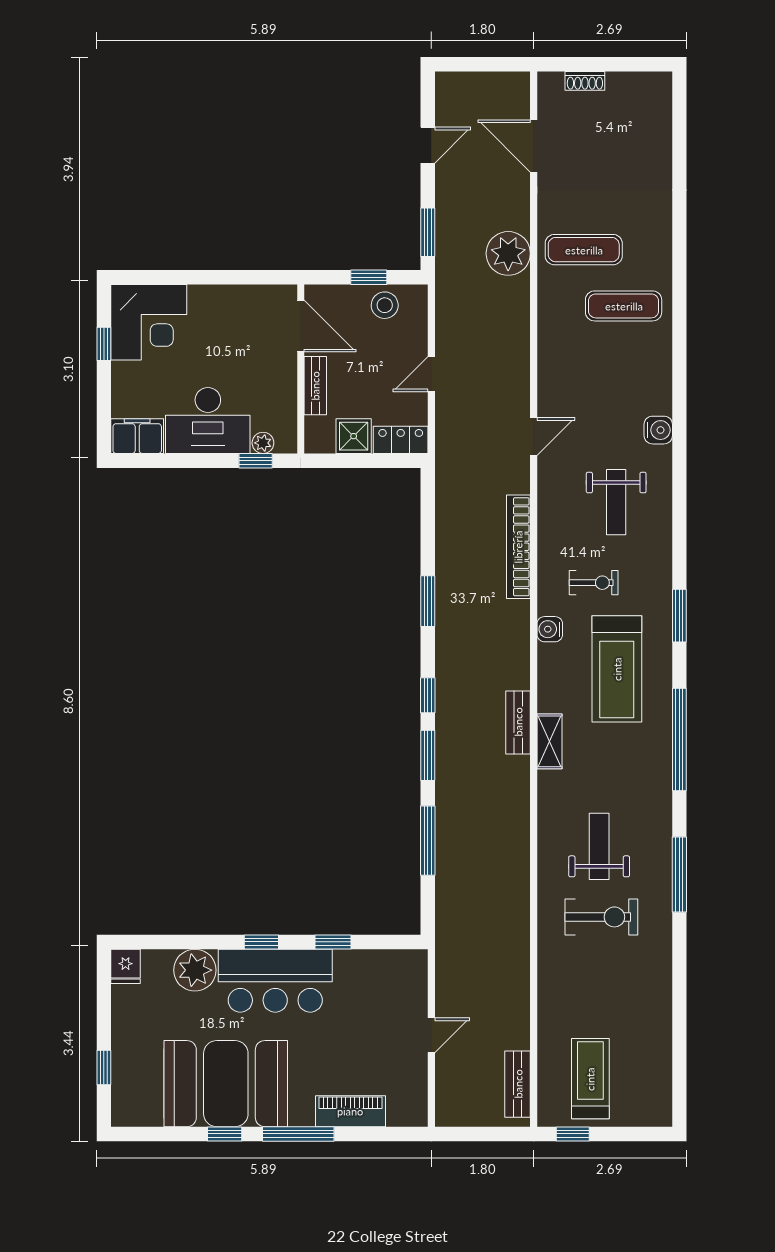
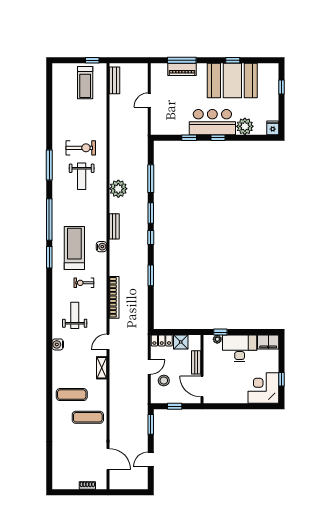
plant: (508, 253) -> (118, 189), moved
stool: (385, 305) -> (164, 381), moved
window: (679, 616) -> (49, 257), moved
water cooler: (550, 629) -> (102, 247), moved
shelving: (549, 741) -> (102, 368), moved
exercise bike: (601, 917) -> (81, 148), turned 180
window: (298, 1134) -> (182, 60), moved

